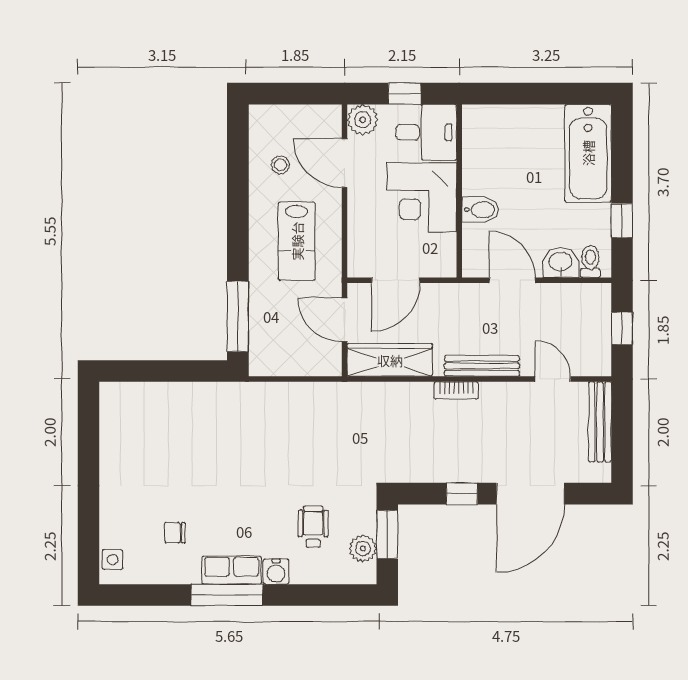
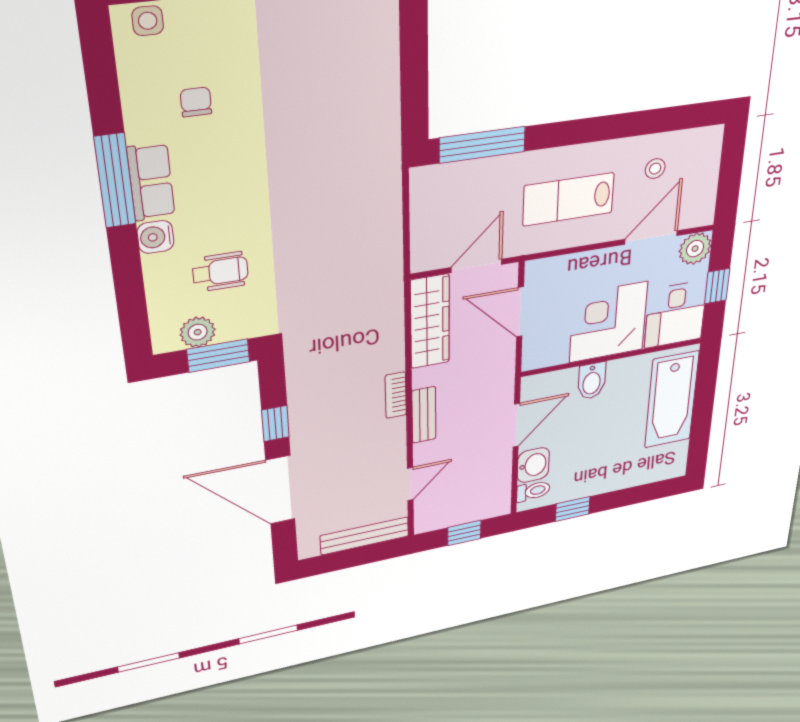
bathtub: (588, 153) -> (672, 400), moved, turned -90
bench: (482, 366) -> (424, 415), width x0.73

